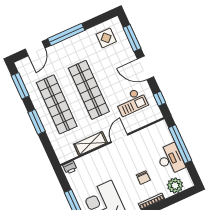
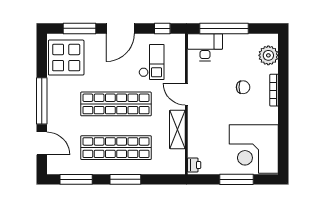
display table: (106, 38) -> (66, 58), width x1.86, depth x1.86
desk: (170, 159) -> (205, 47), moved

